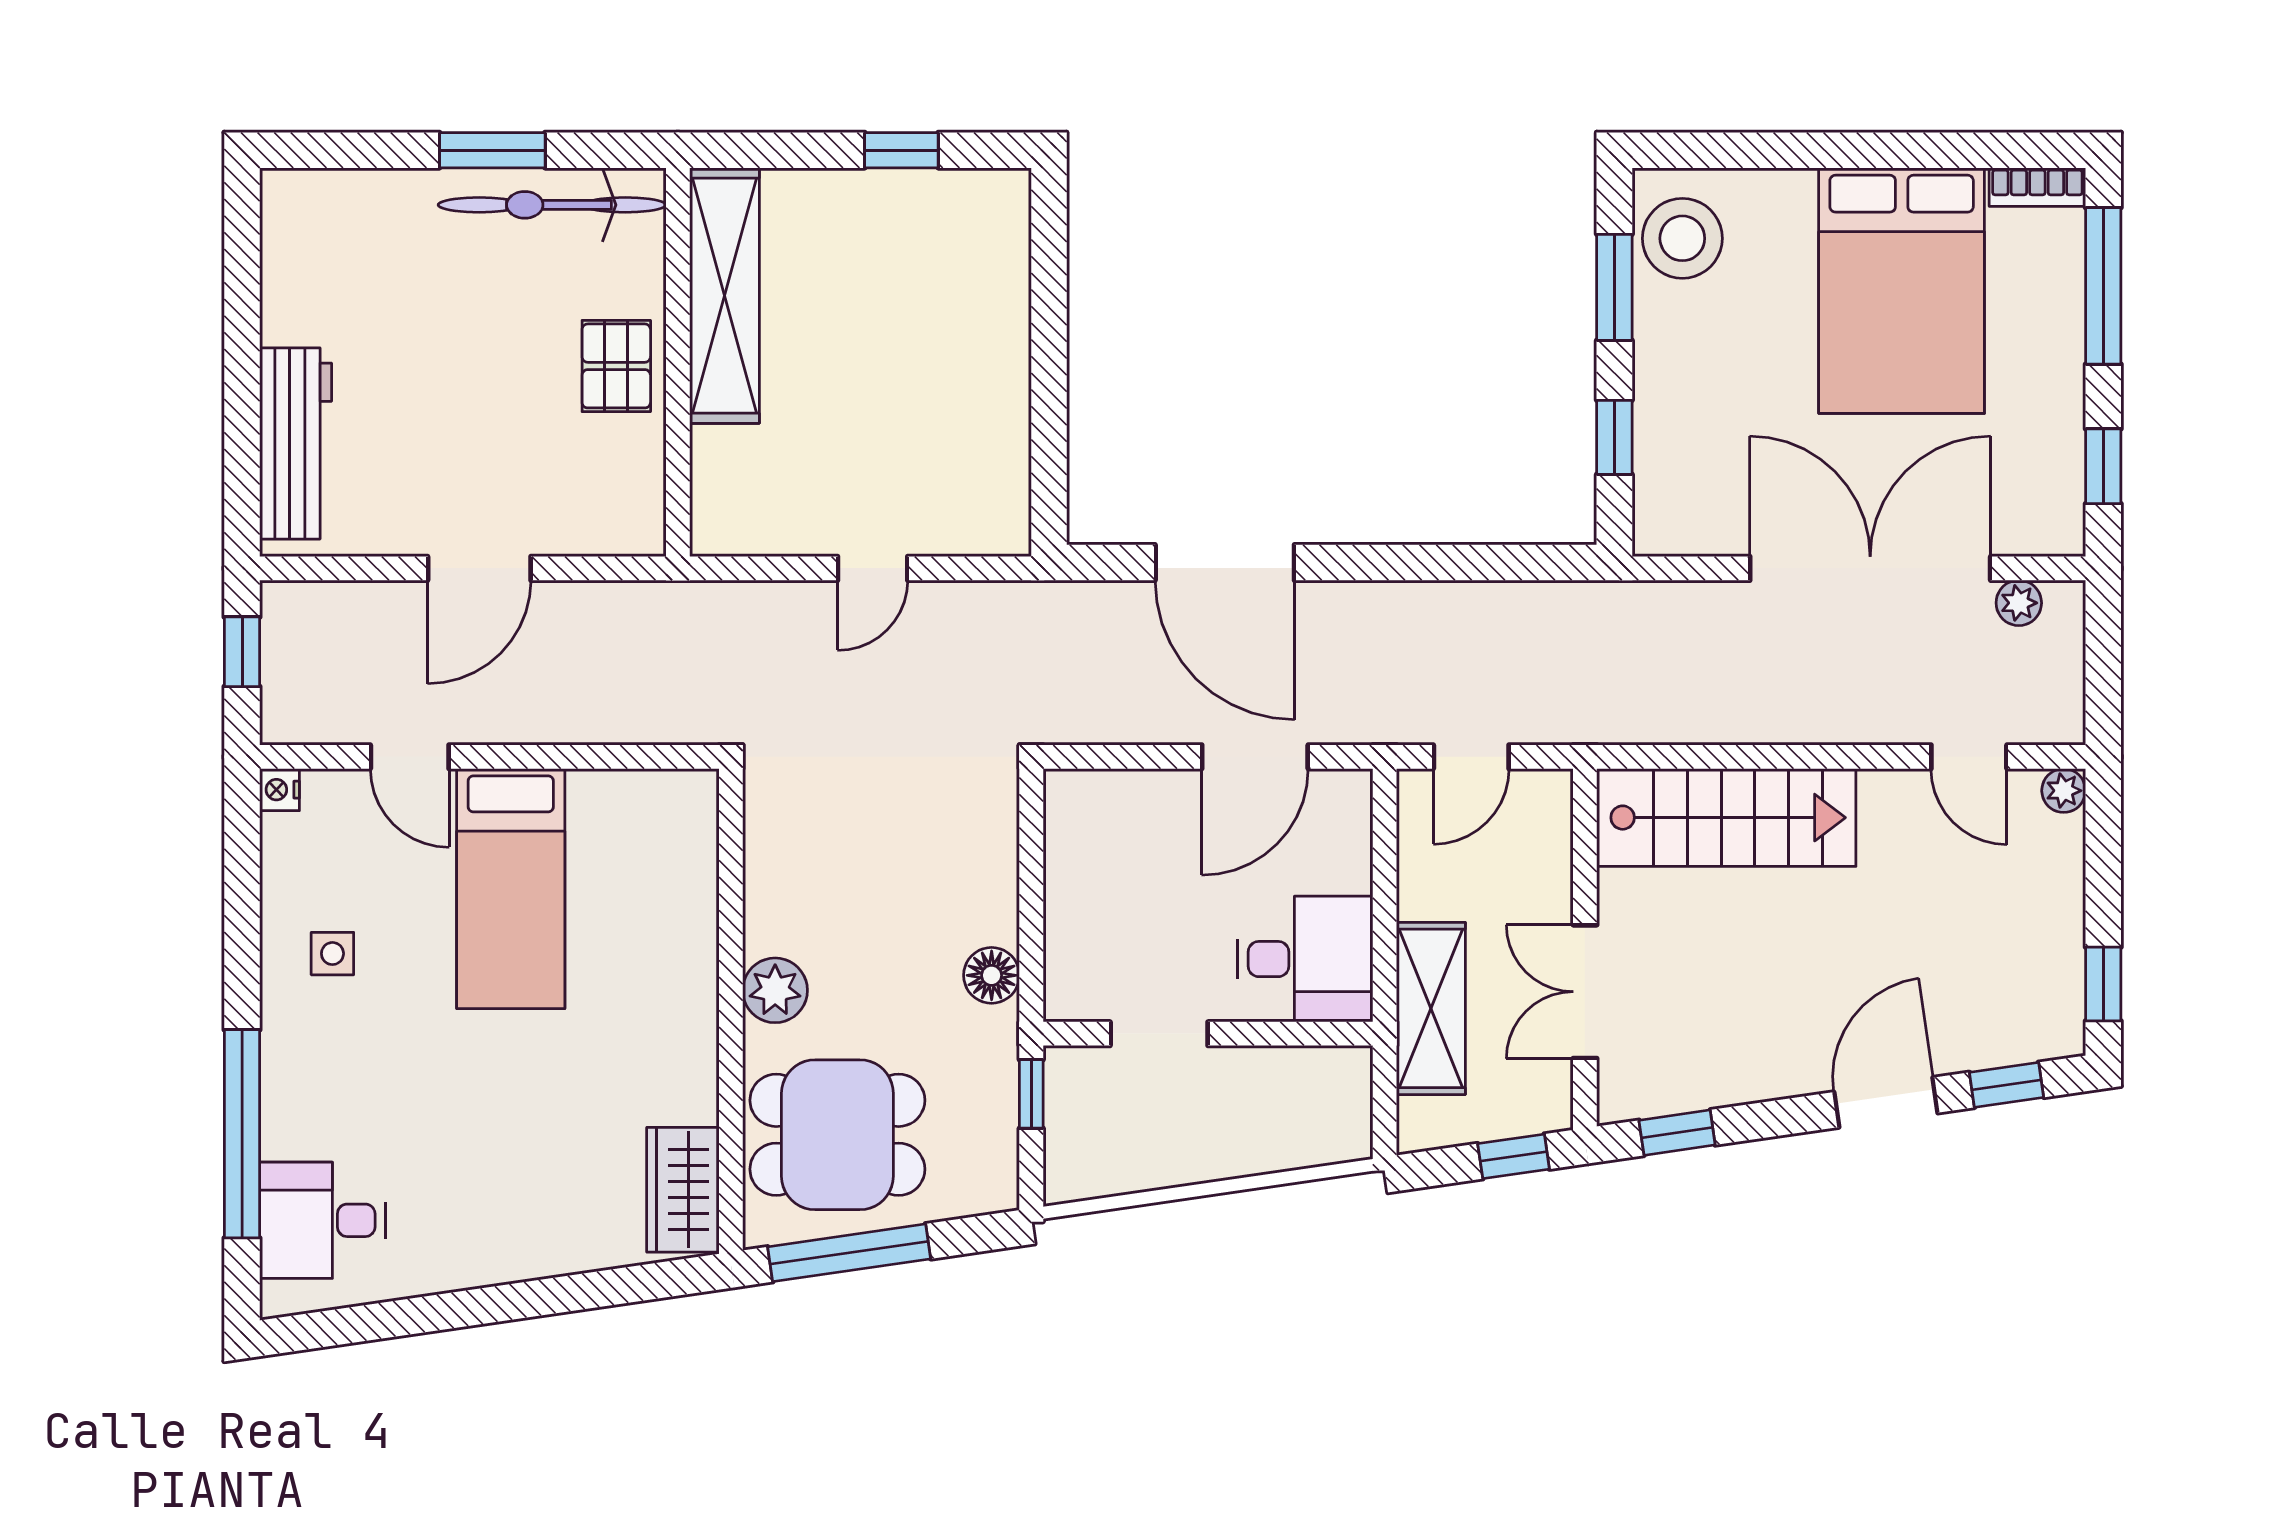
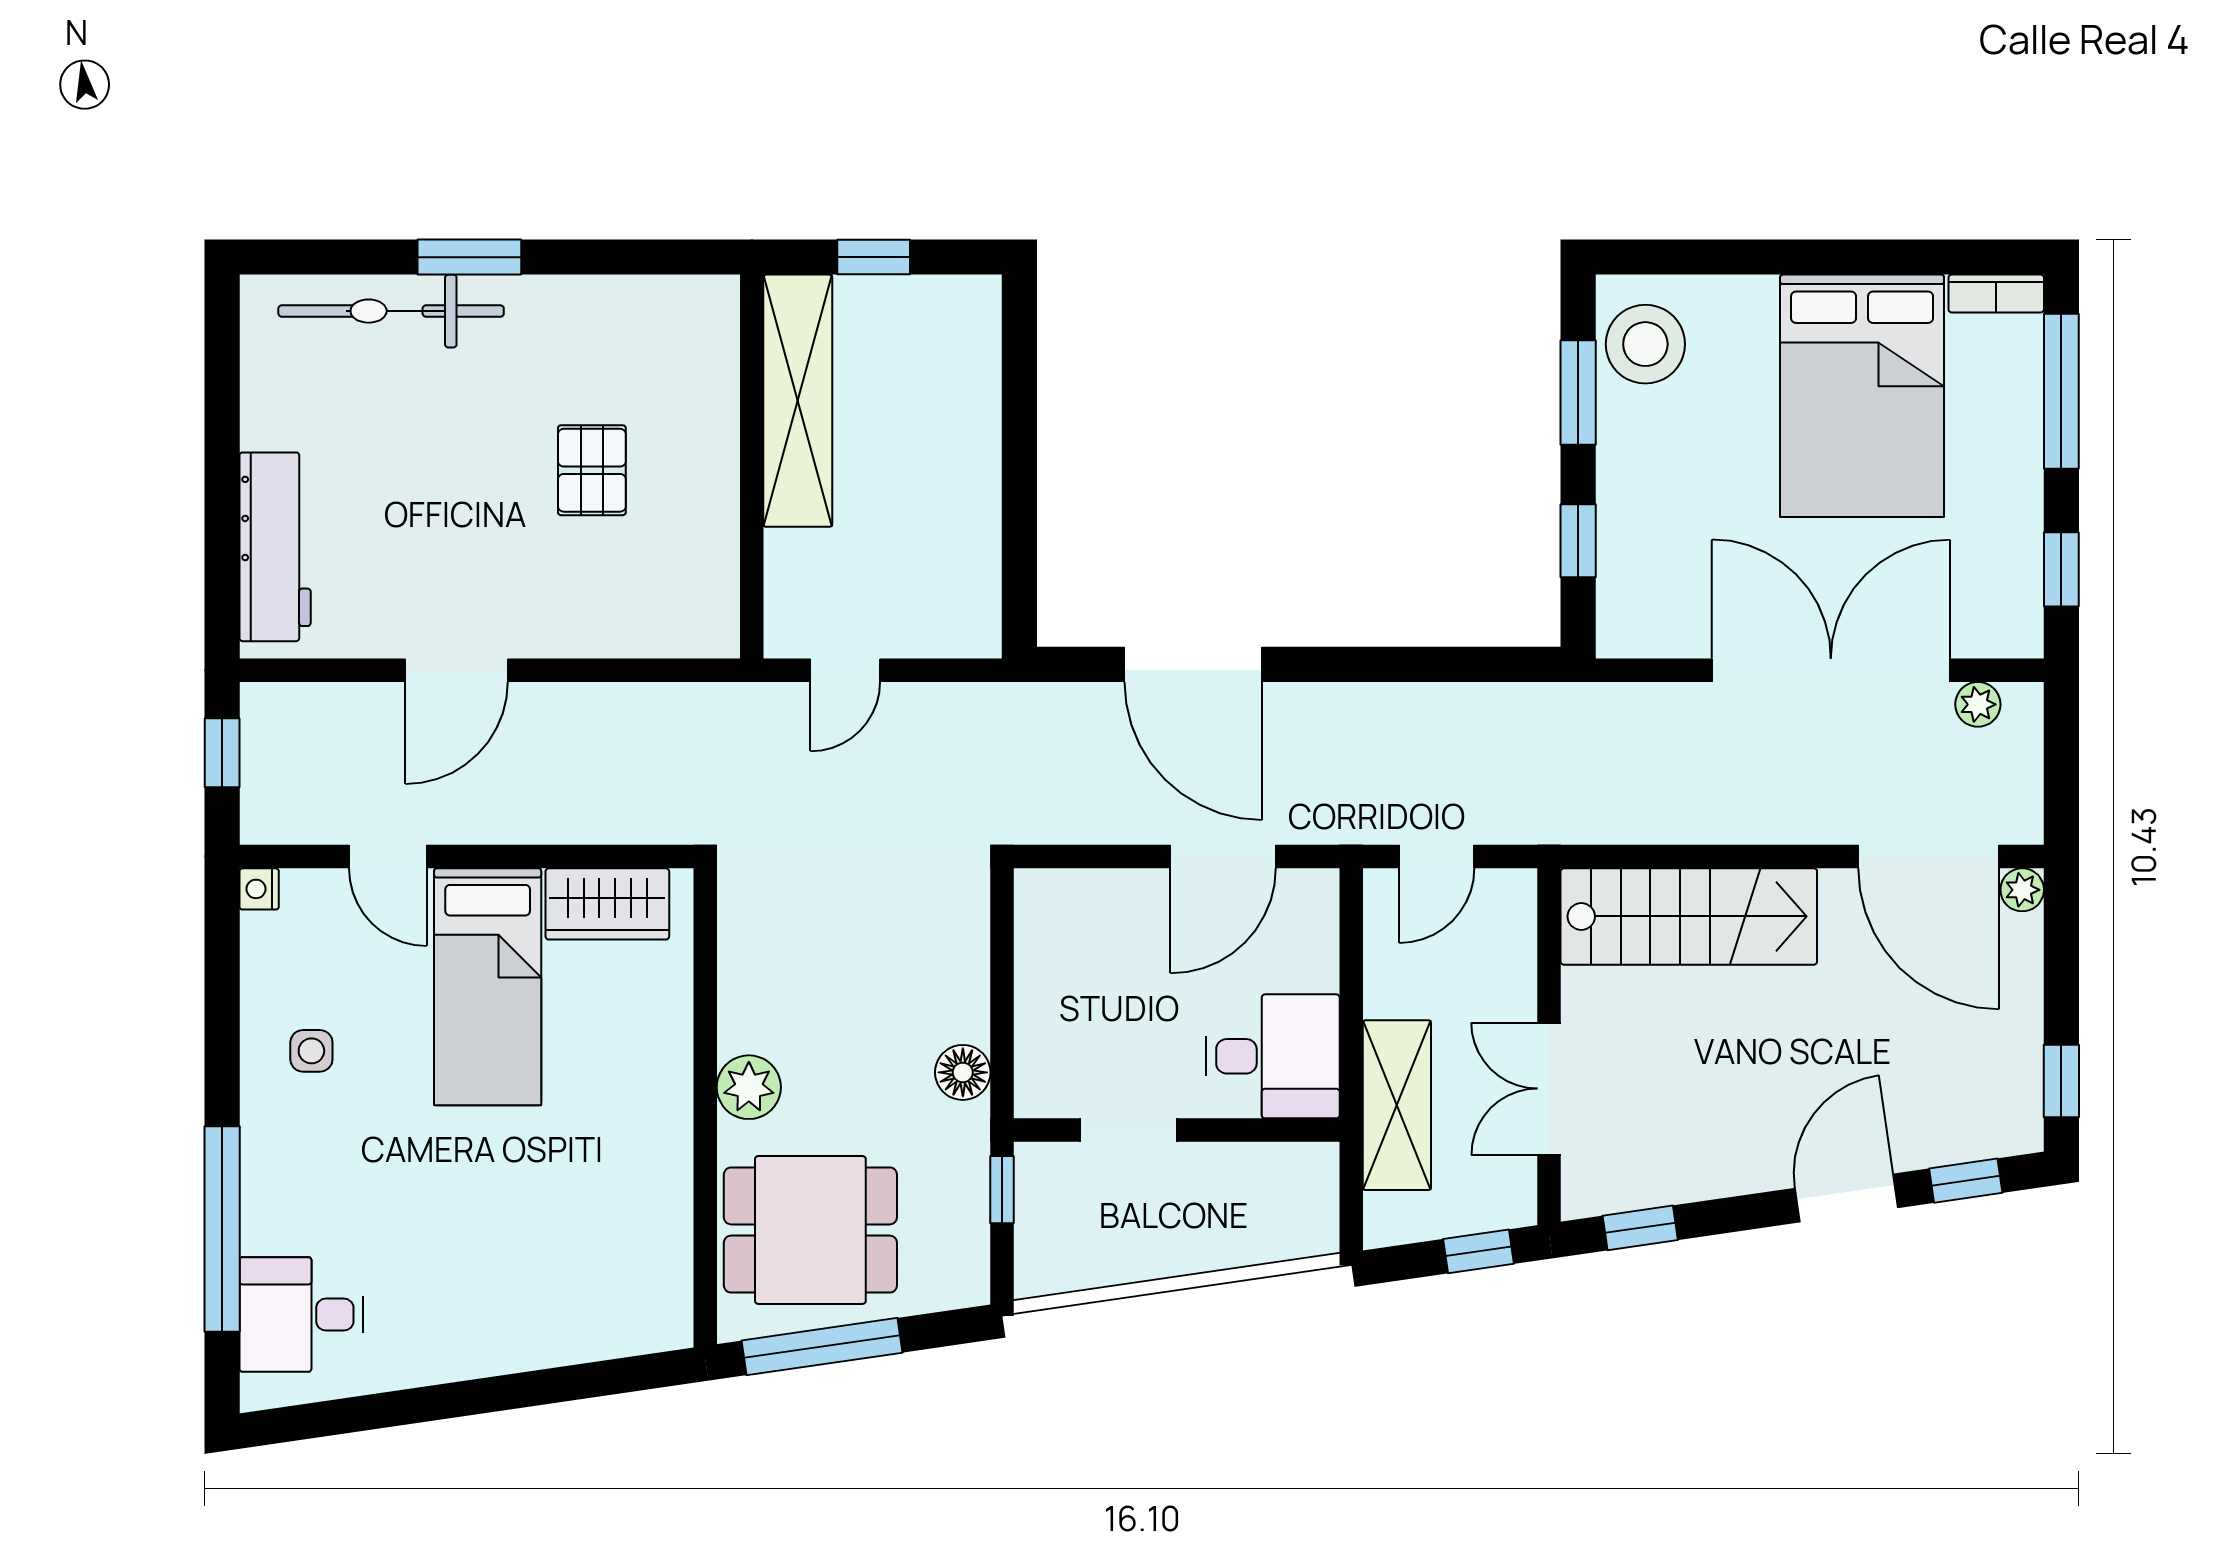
bicycle: (552, 205) -> (391, 311), moved
shelving: (724, 296) -> (798, 401), moved
wall: (678, 362) -> (752, 467), moved
door: (1969, 757) -> (1929, 857), width x1.87
wardrobe: (683, 1190) -> (607, 904), moved, turned -90

